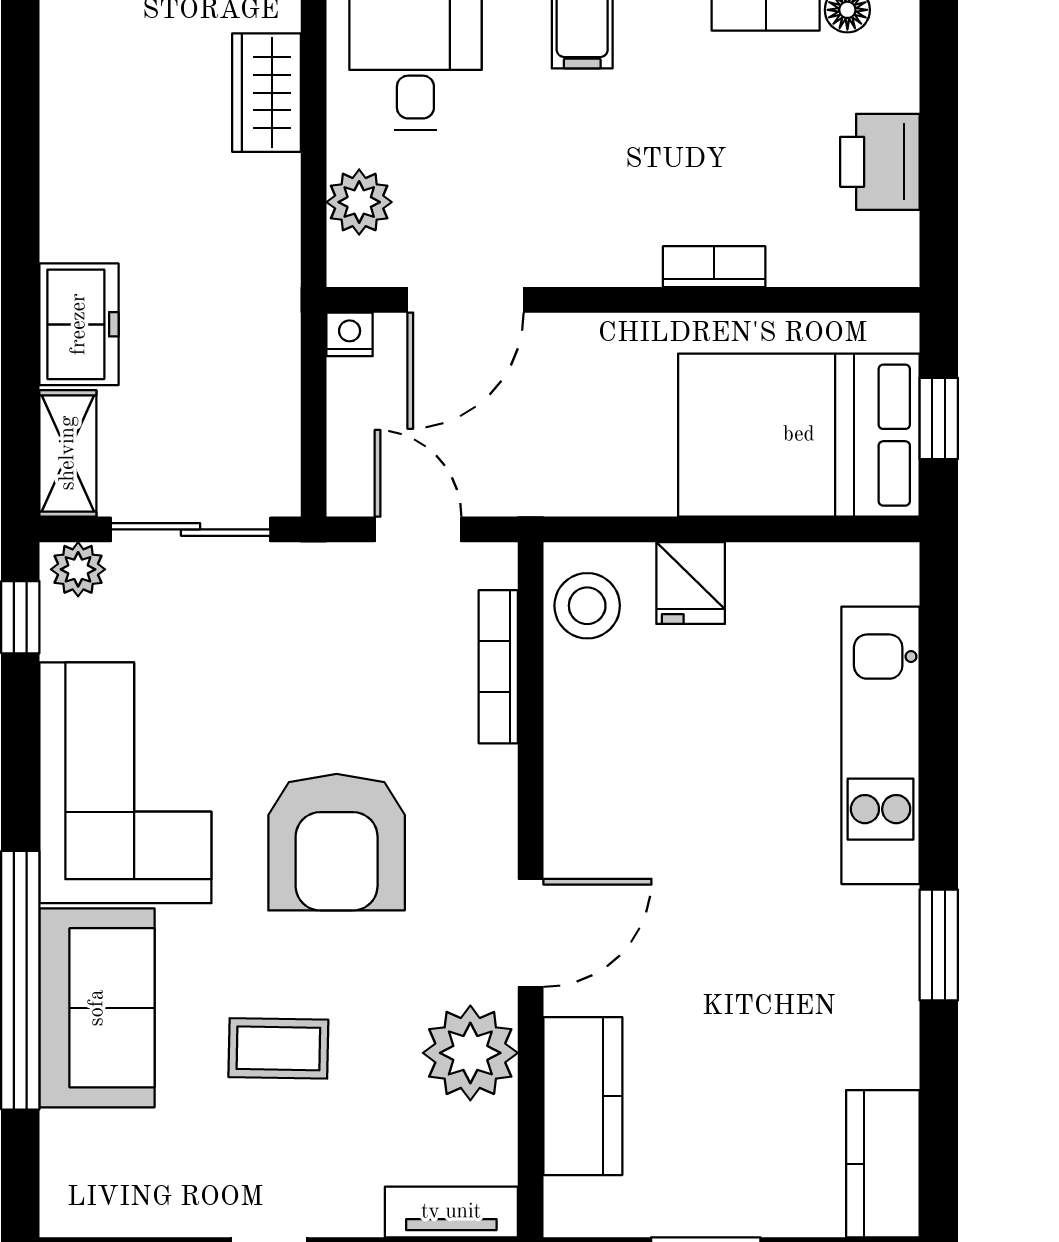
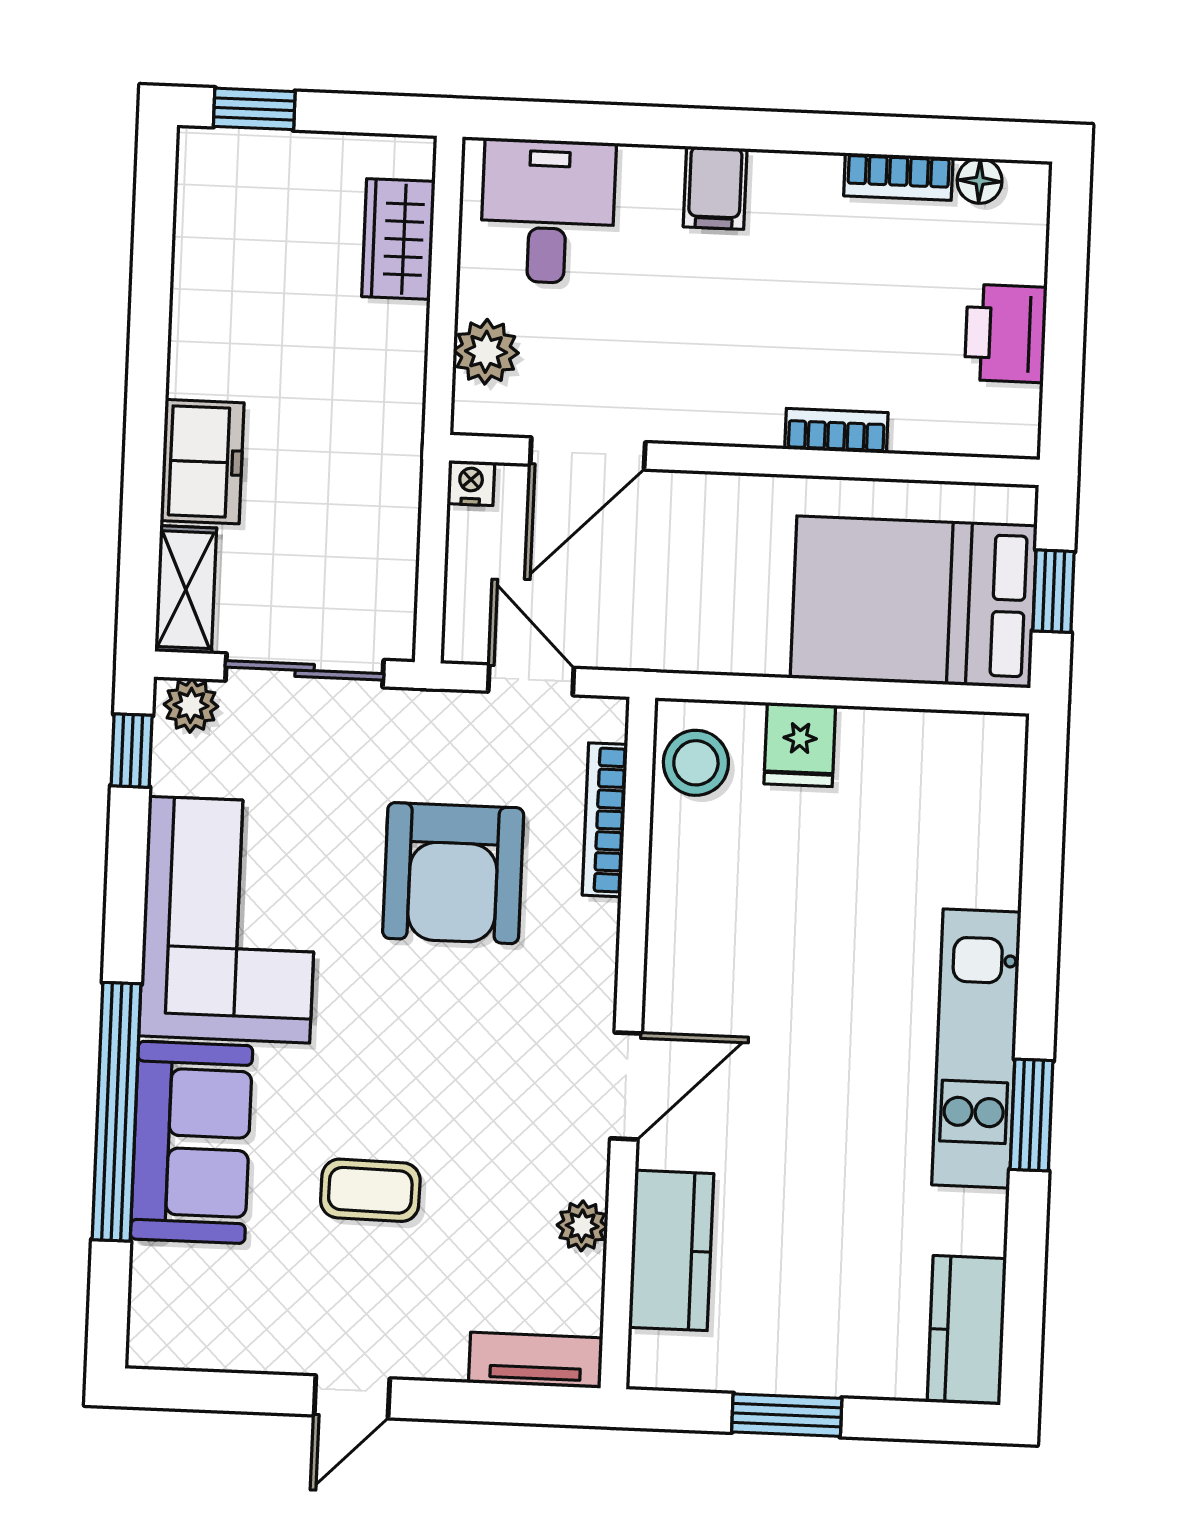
kitchen unit: (881, 745) -> (976, 1048), moved
armchair: (337, 842) -> (453, 873), moved
plant: (470, 1053) -> (582, 1226), width x0.53, depth x0.53

